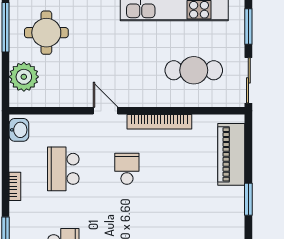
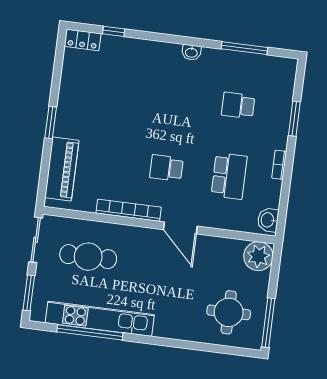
plant: (24, 77) -> (258, 256), moved
door: (105, 111) -> (180, 228), width x1.38
school desk: (127, 169) -> (166, 168), turned 90

